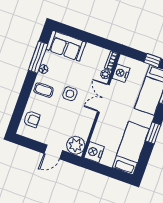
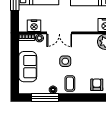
sofa: (66, 46) -> (28, 67), moved

